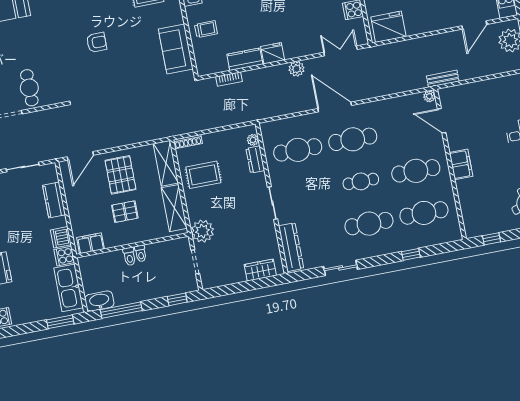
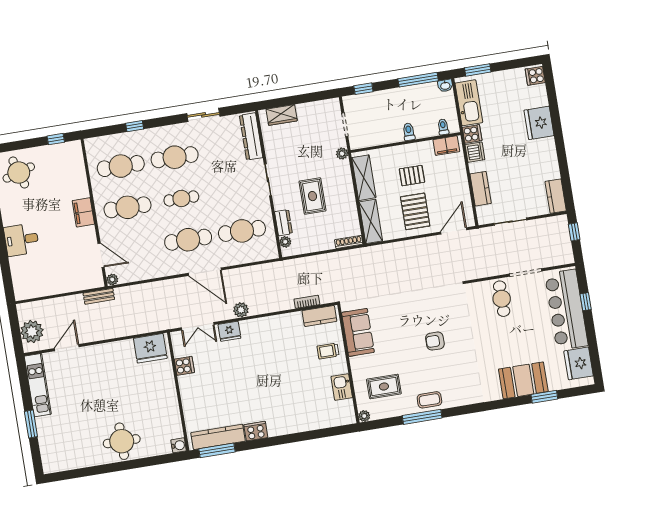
fridge: (273, 53) -> (229, 331), moved
kitchen counter: (245, 59) -> (319, 316), moved
rug: (203, 175) -> (313, 196), moved, turned 90
plant: (202, 231) -> (342, 154), width x0.53, depth x0.53
toilet: (141, 253) -> (443, 127), moved
washbasin: (99, 301) -> (445, 86), width x0.52, depth x0.69

